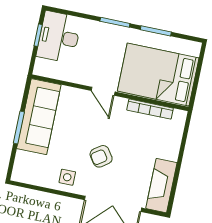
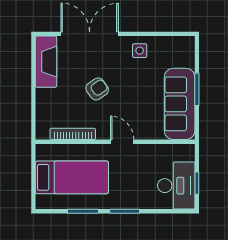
bed: (158, 75) -> (72, 177), width x0.67
armchair: (101, 156) -> (97, 89), moved

